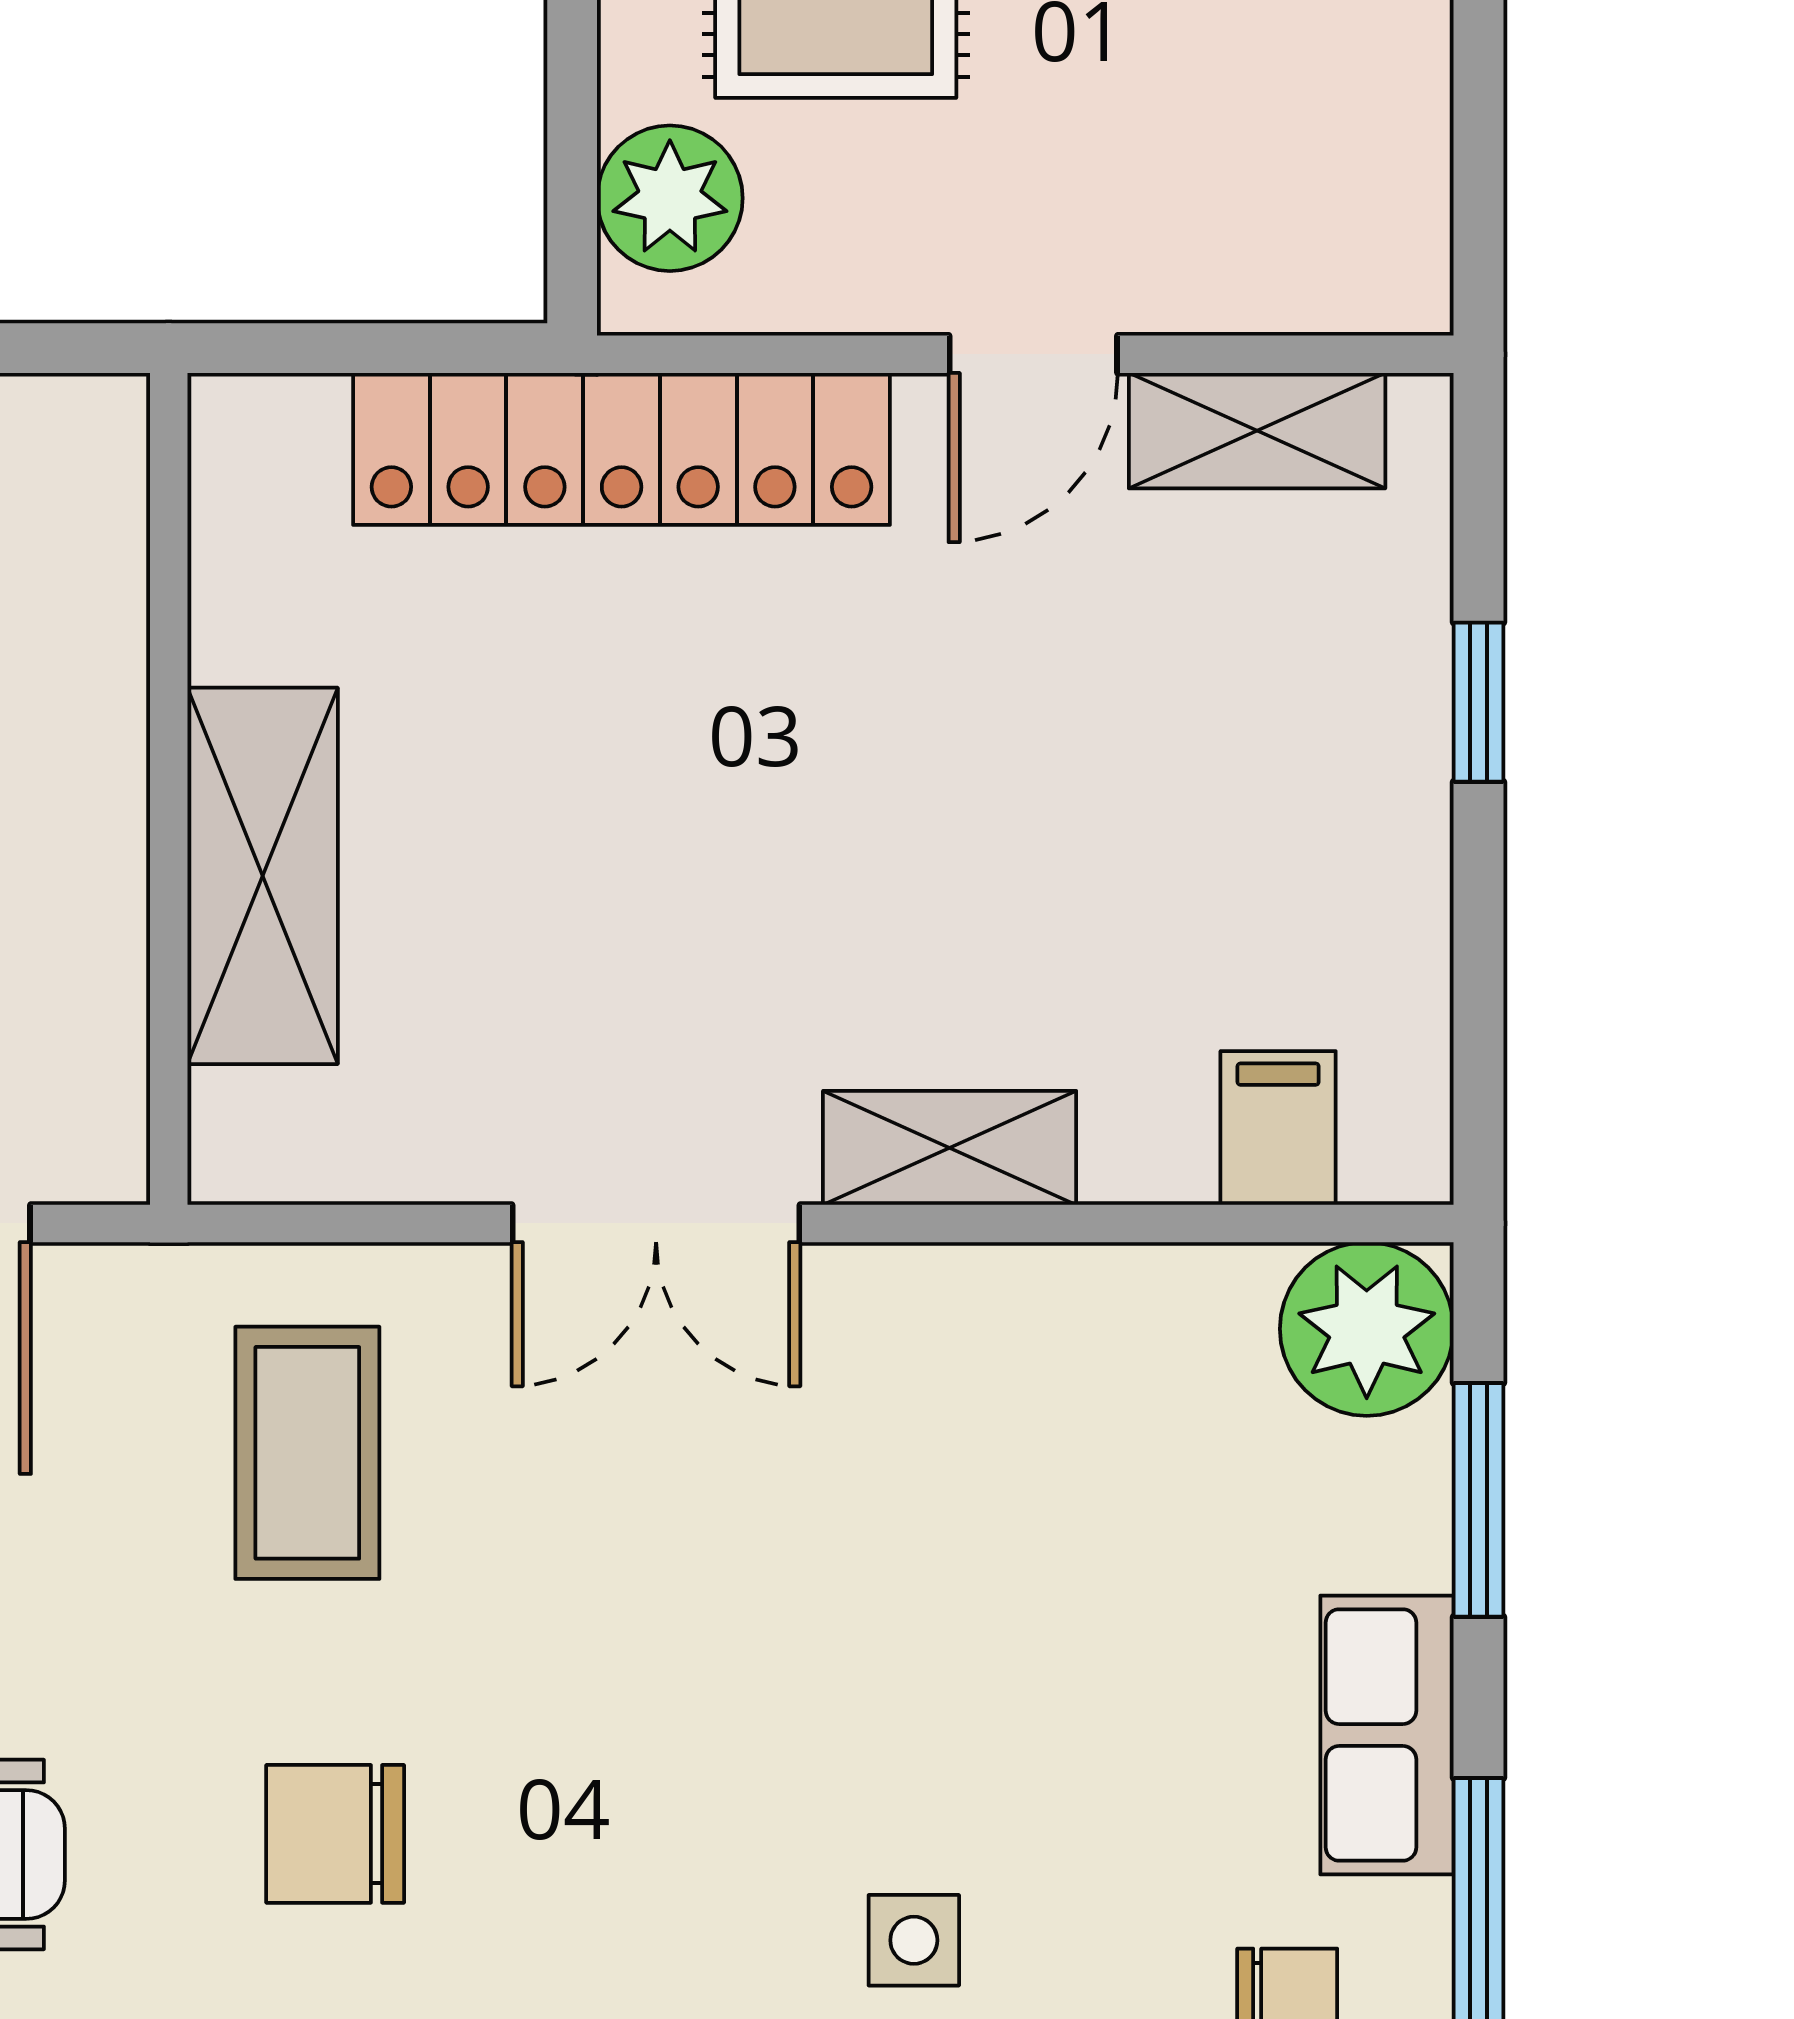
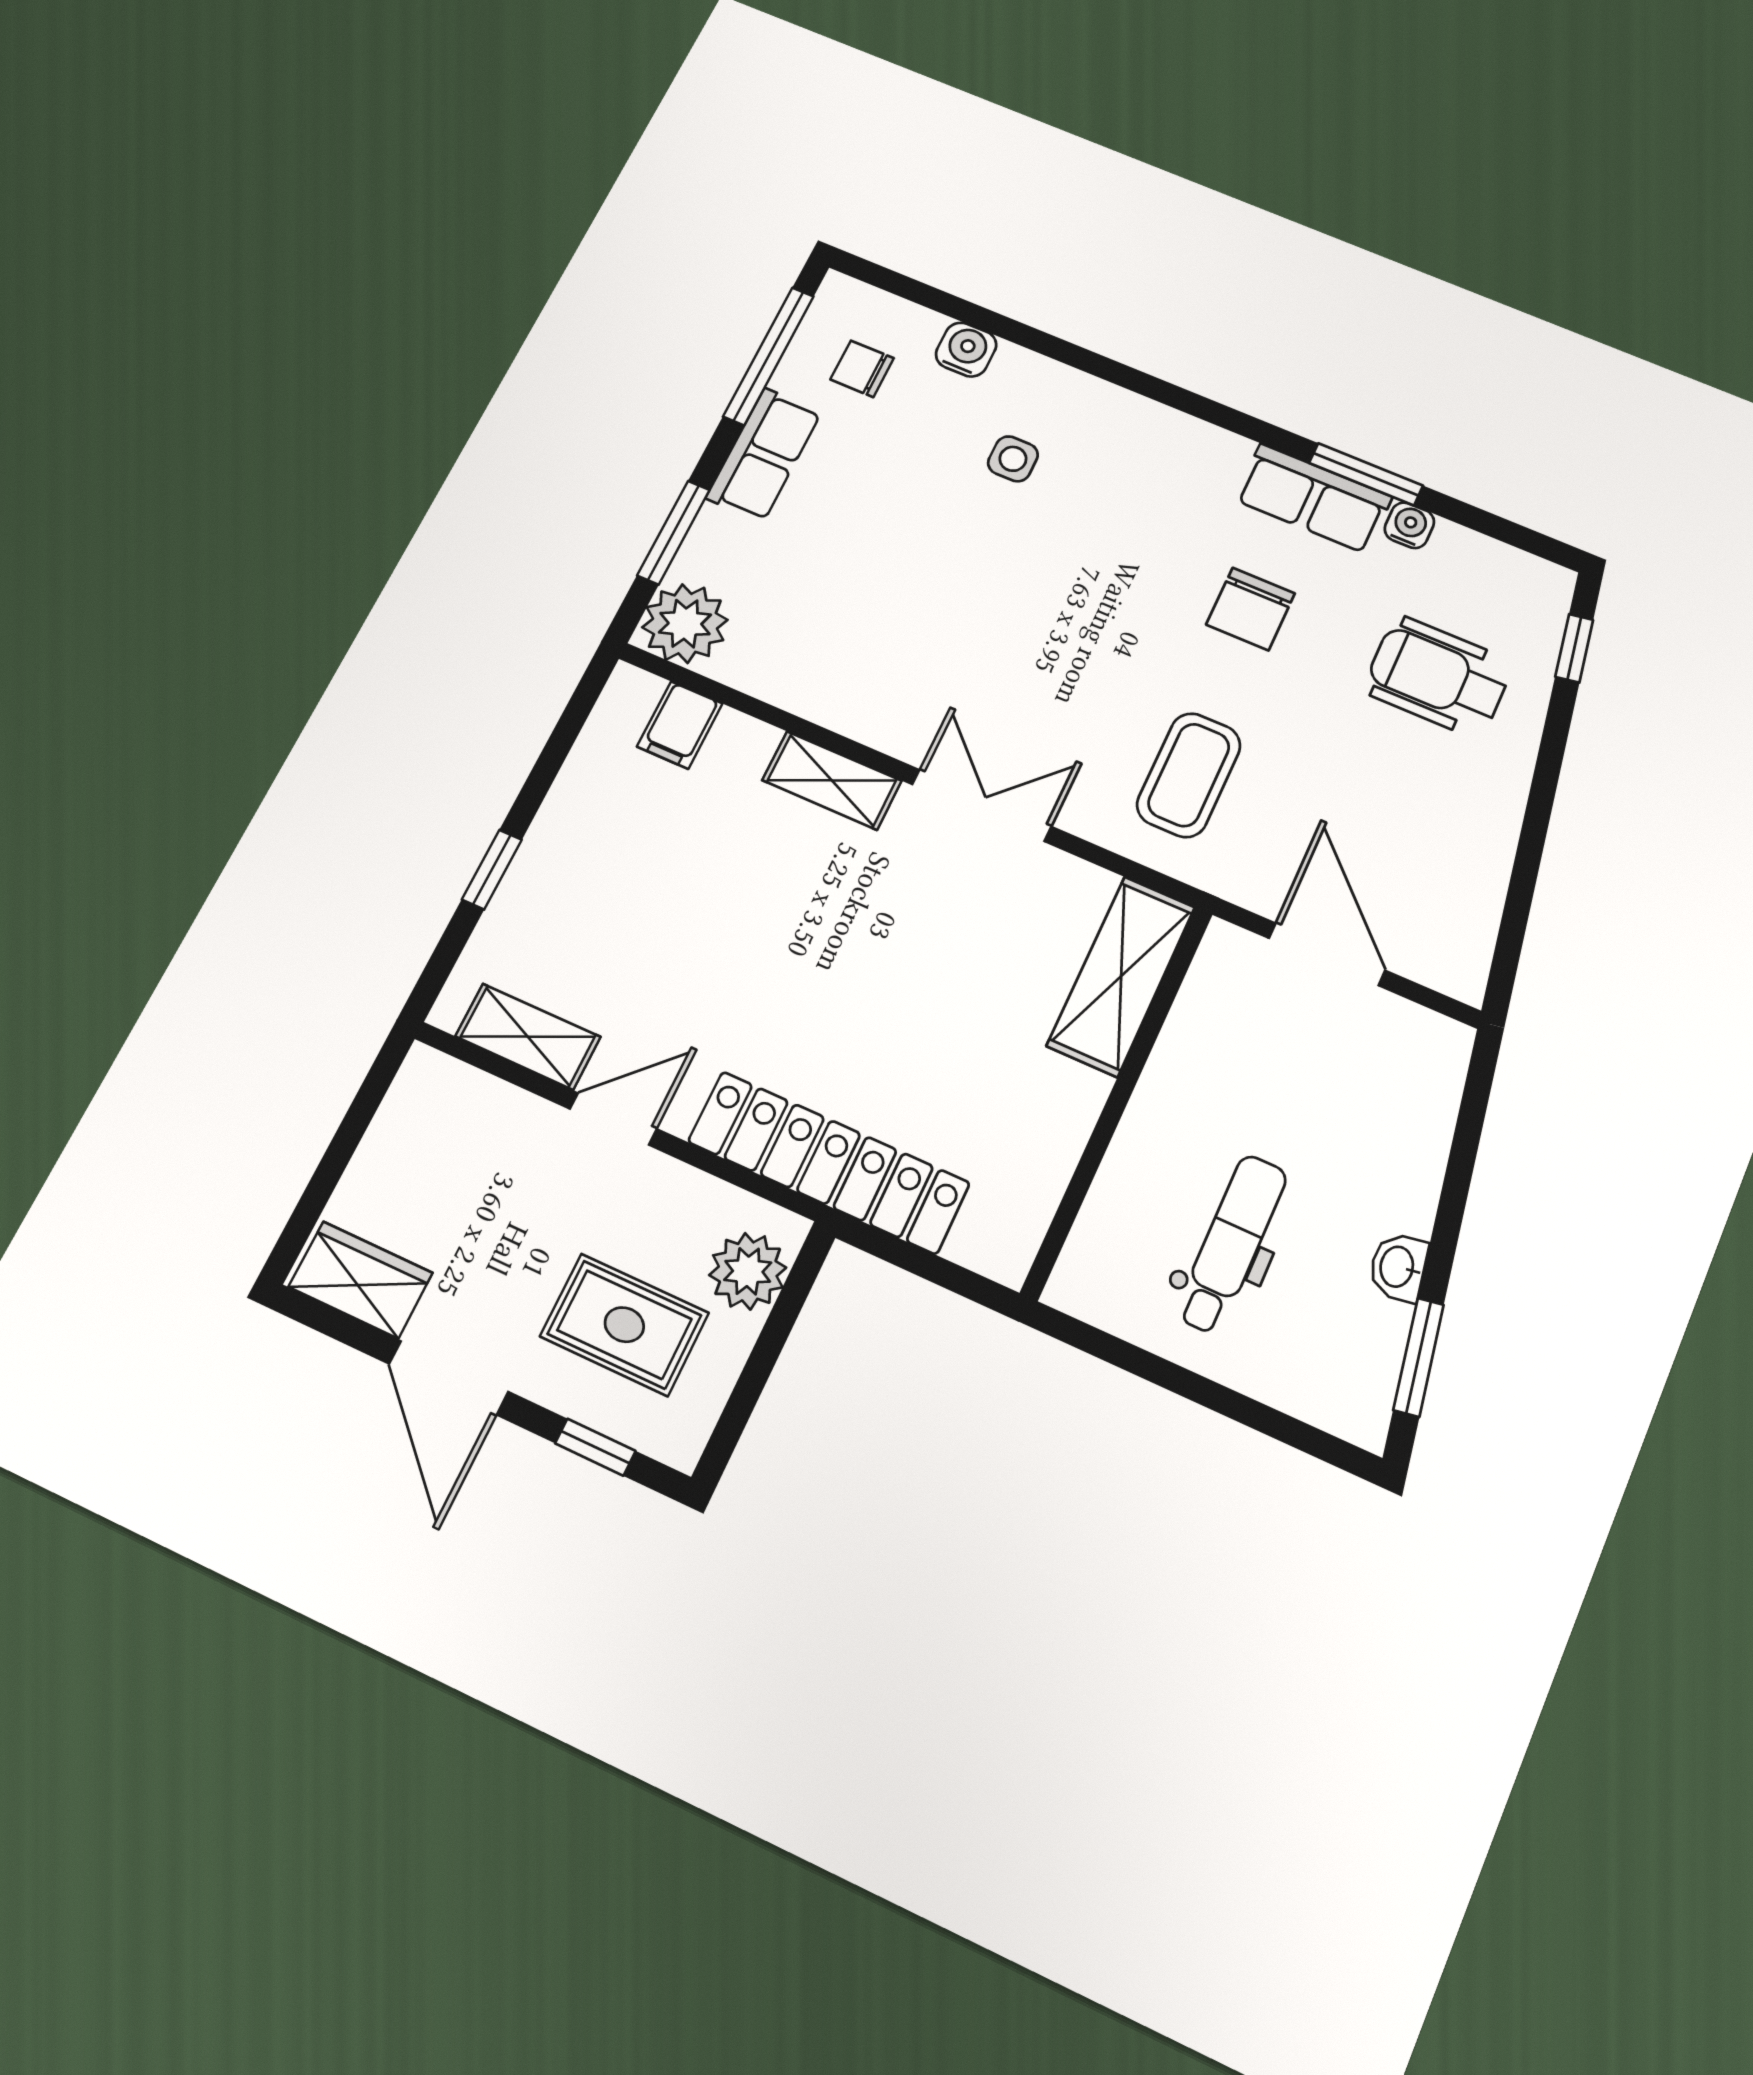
shelving: (263, 876) -> (1121, 976), moved
chair: (335, 1834) -> (1250, 609), turned 90

